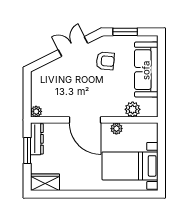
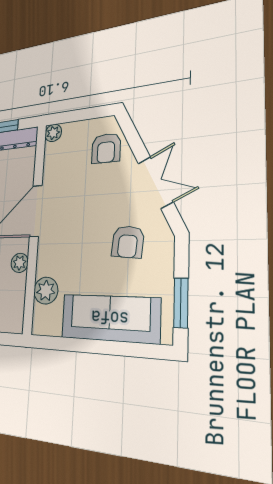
window: (125, 32) -> (181, 303), moved
armchair: (50, 76) -> (106, 148), added

